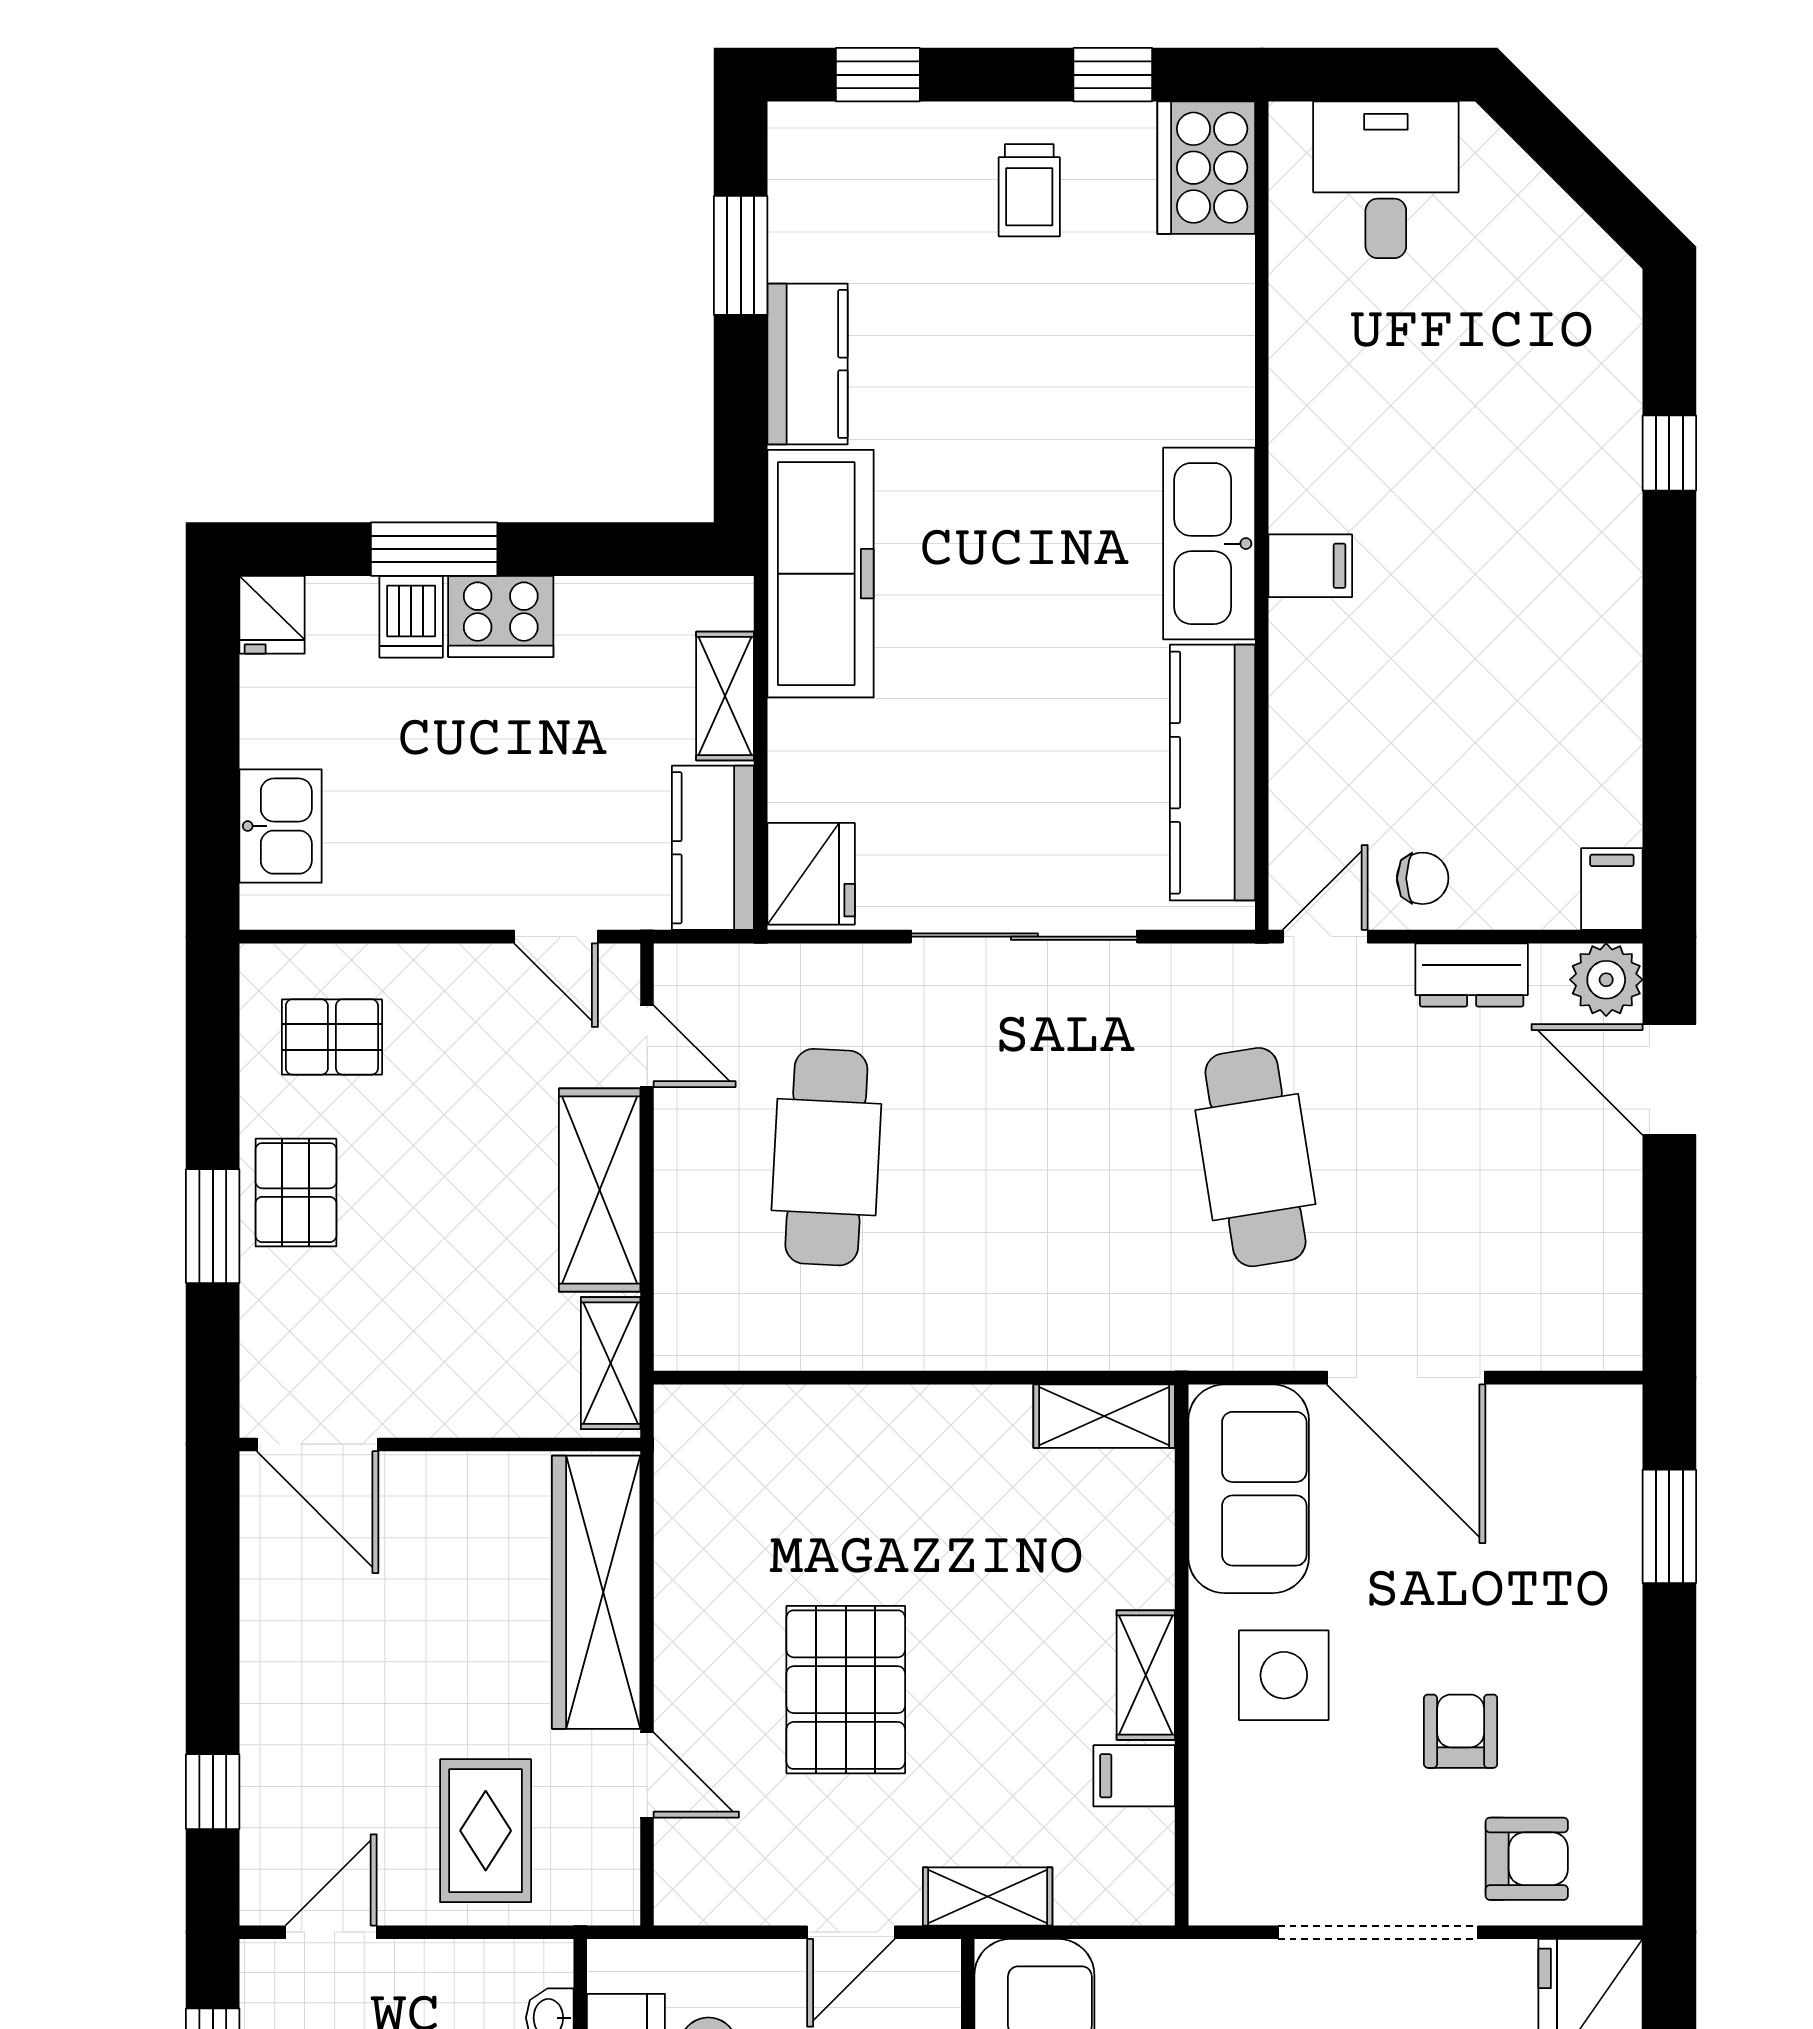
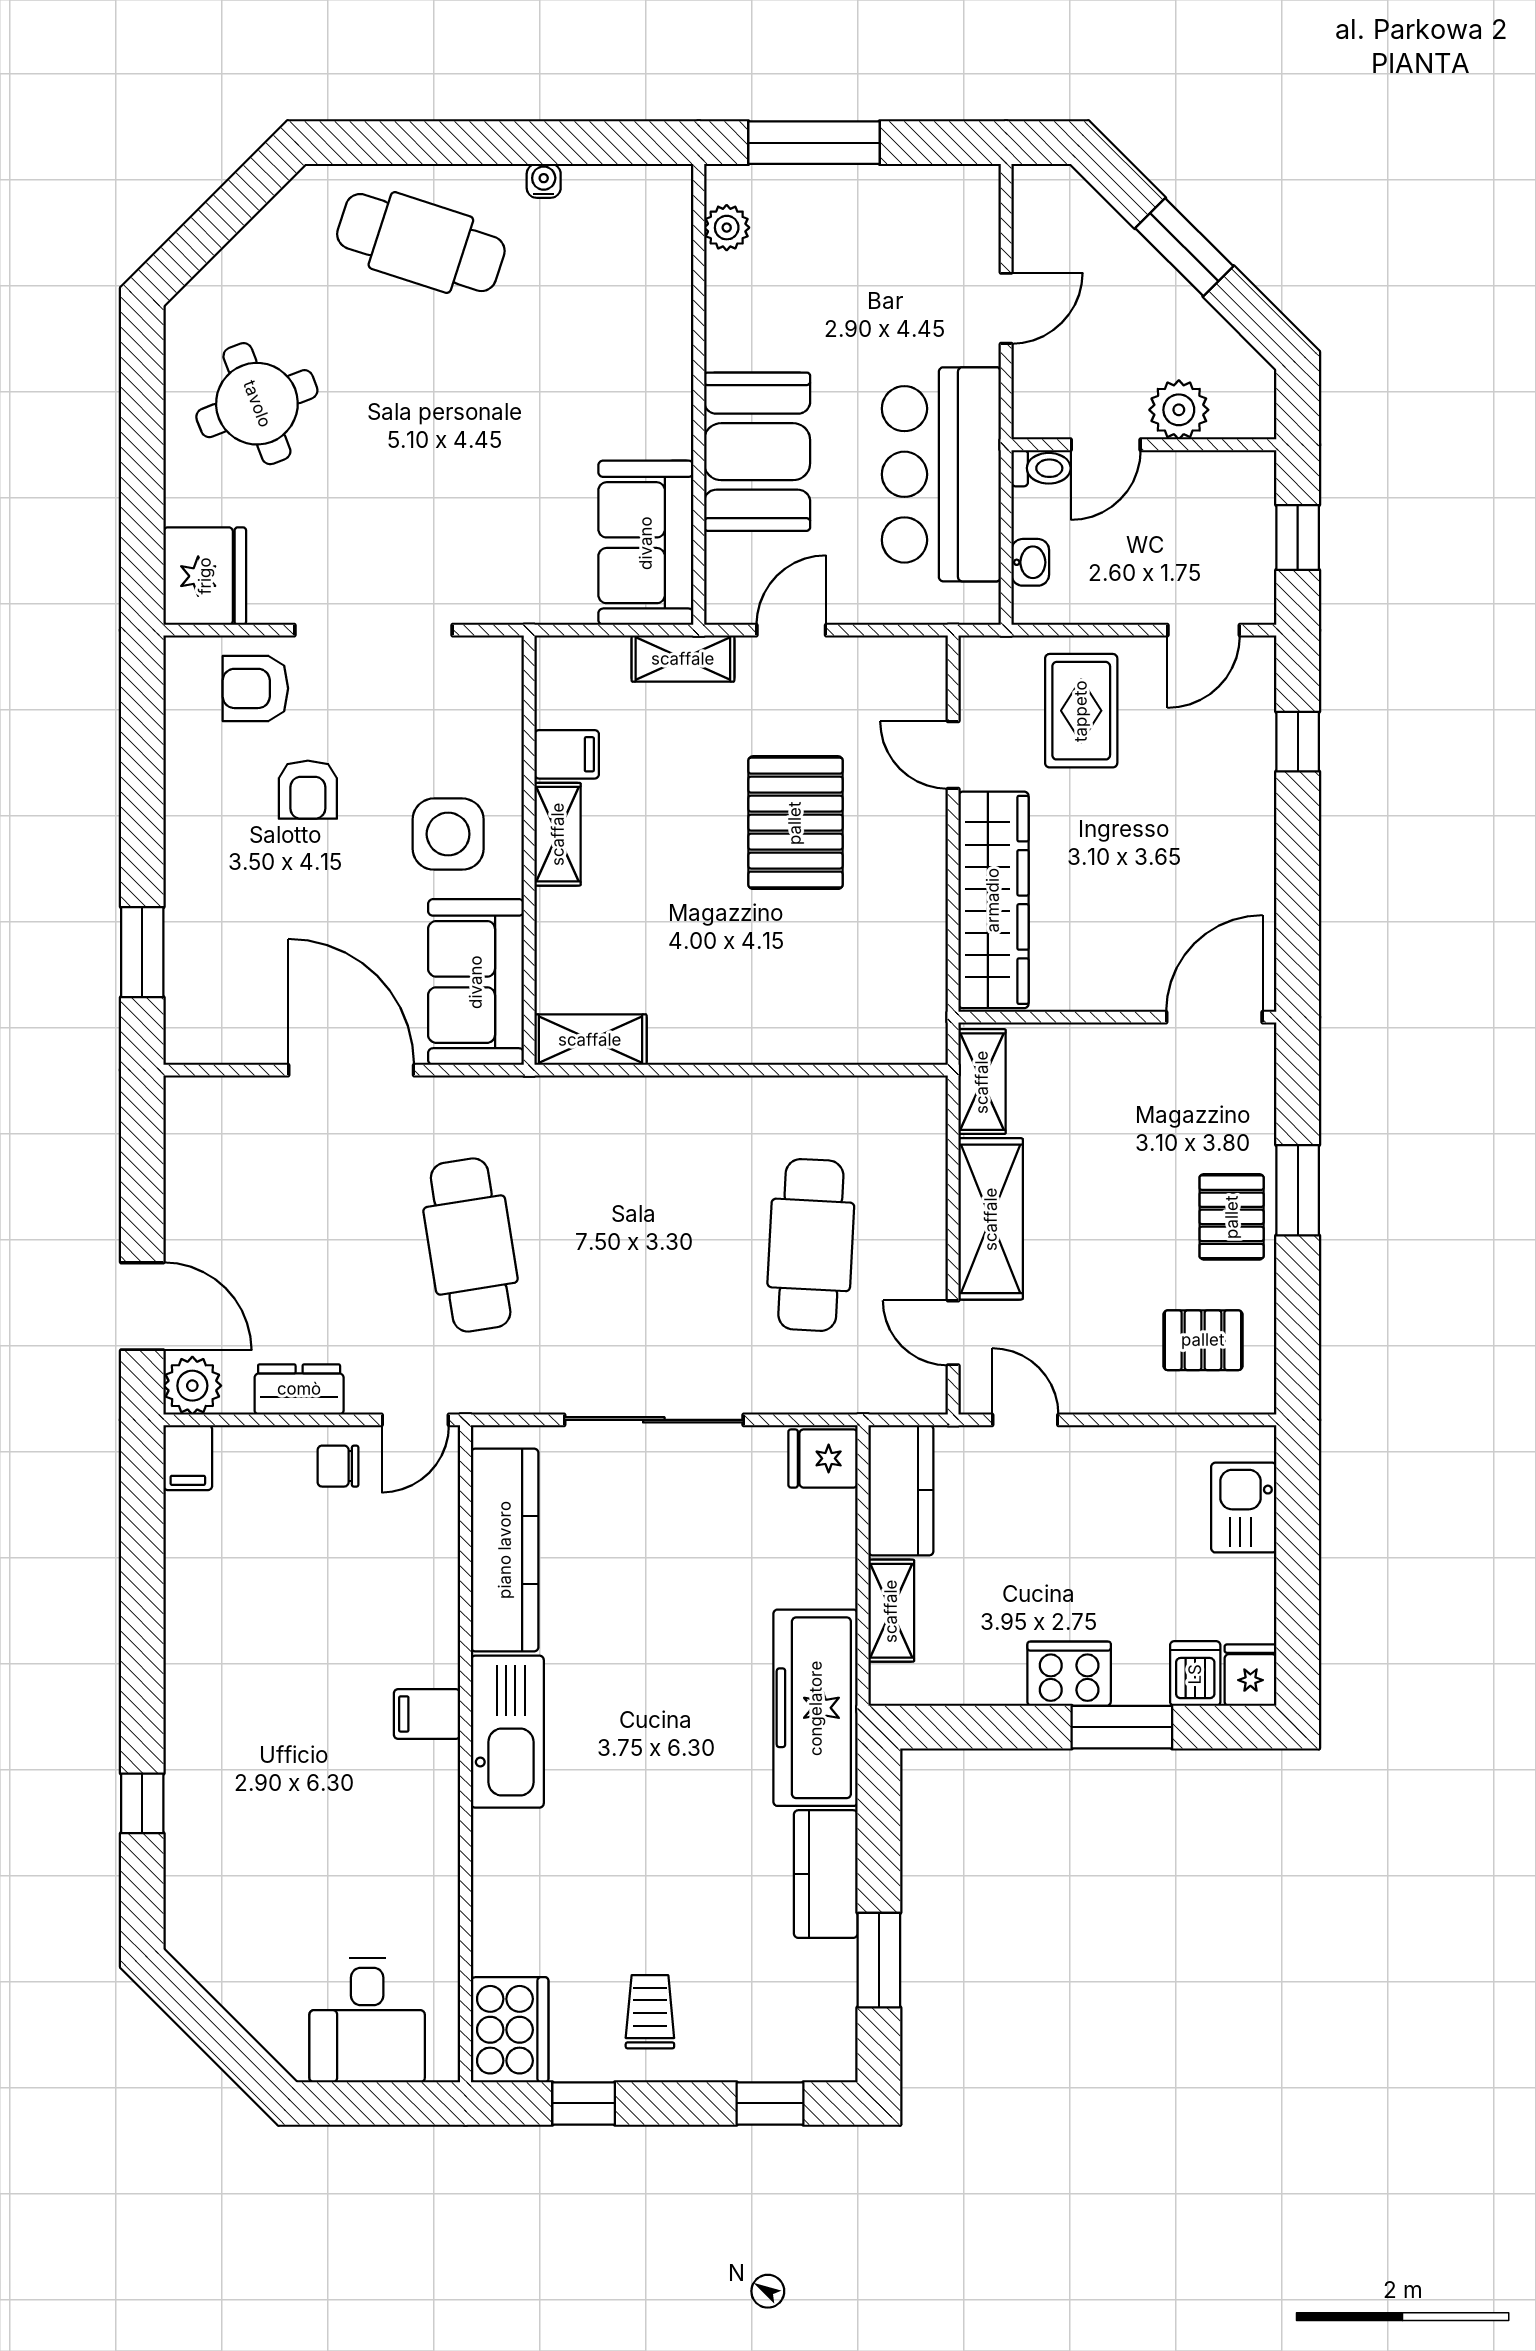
dishwasher: (411, 617) -> (1195, 1674), moved
fridge: (811, 874) -> (823, 1458), width x0.72
door: (318, 1444) -> (1214, 1017), hinge flipped

